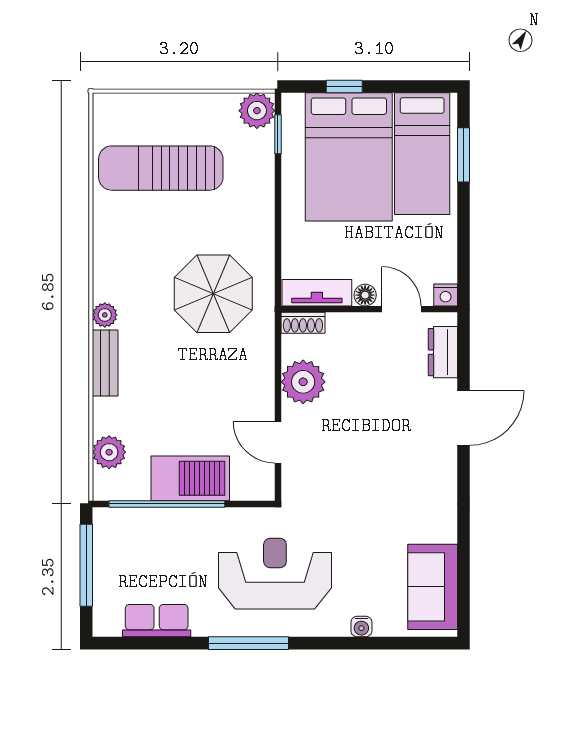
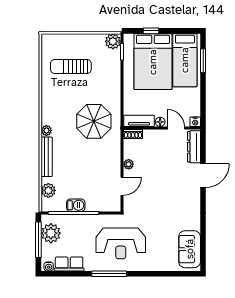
sun lounger: (161, 168) -> (71, 66), width x0.73, depth x0.75
dresser: (443, 352) -> (194, 147), width x1.44
bench: (105, 363) -> (47, 157), width x1.36
plant: (303, 382) -> (129, 164), width x0.53, depth x0.53
door: (278, 442) -> (122, 186), swing flipped
barbecue: (190, 478) -> (76, 205), width x0.53, depth x0.65
plant: (115, 550) -> (51, 233), added
reception desk: (275, 574) -> (121, 243), turned 180
water cooler: (361, 627) -> (49, 267), moved

